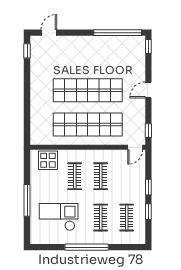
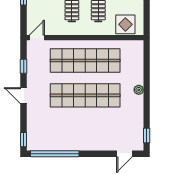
door: (148, 90) -> (24, 96), swing flipped
plant: (35, 96) -> (139, 90), added
window: (148, 131) -> (24, 66), moved

